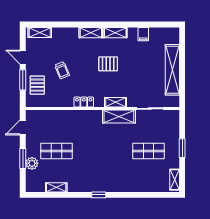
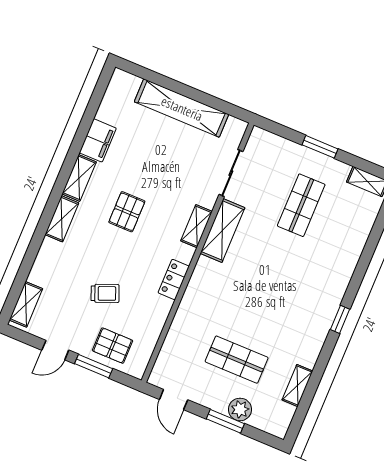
filing cabinet: (143, 34) -> (98, 140), width x2.00
shop shelf: (56, 151) -> (237, 360), turned 90

